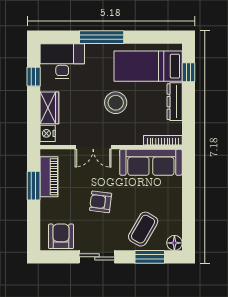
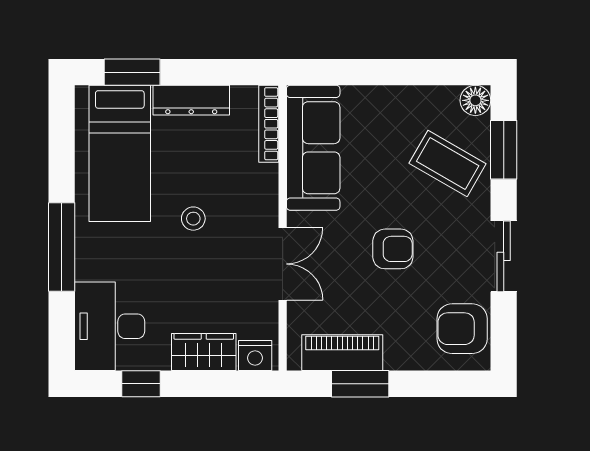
window: (188, 72) -> (132, 72), width x1.50
stool: (116, 103) -> (193, 219), width x0.53, depth x0.53
armchair: (101, 202) -> (393, 249), turned -97

